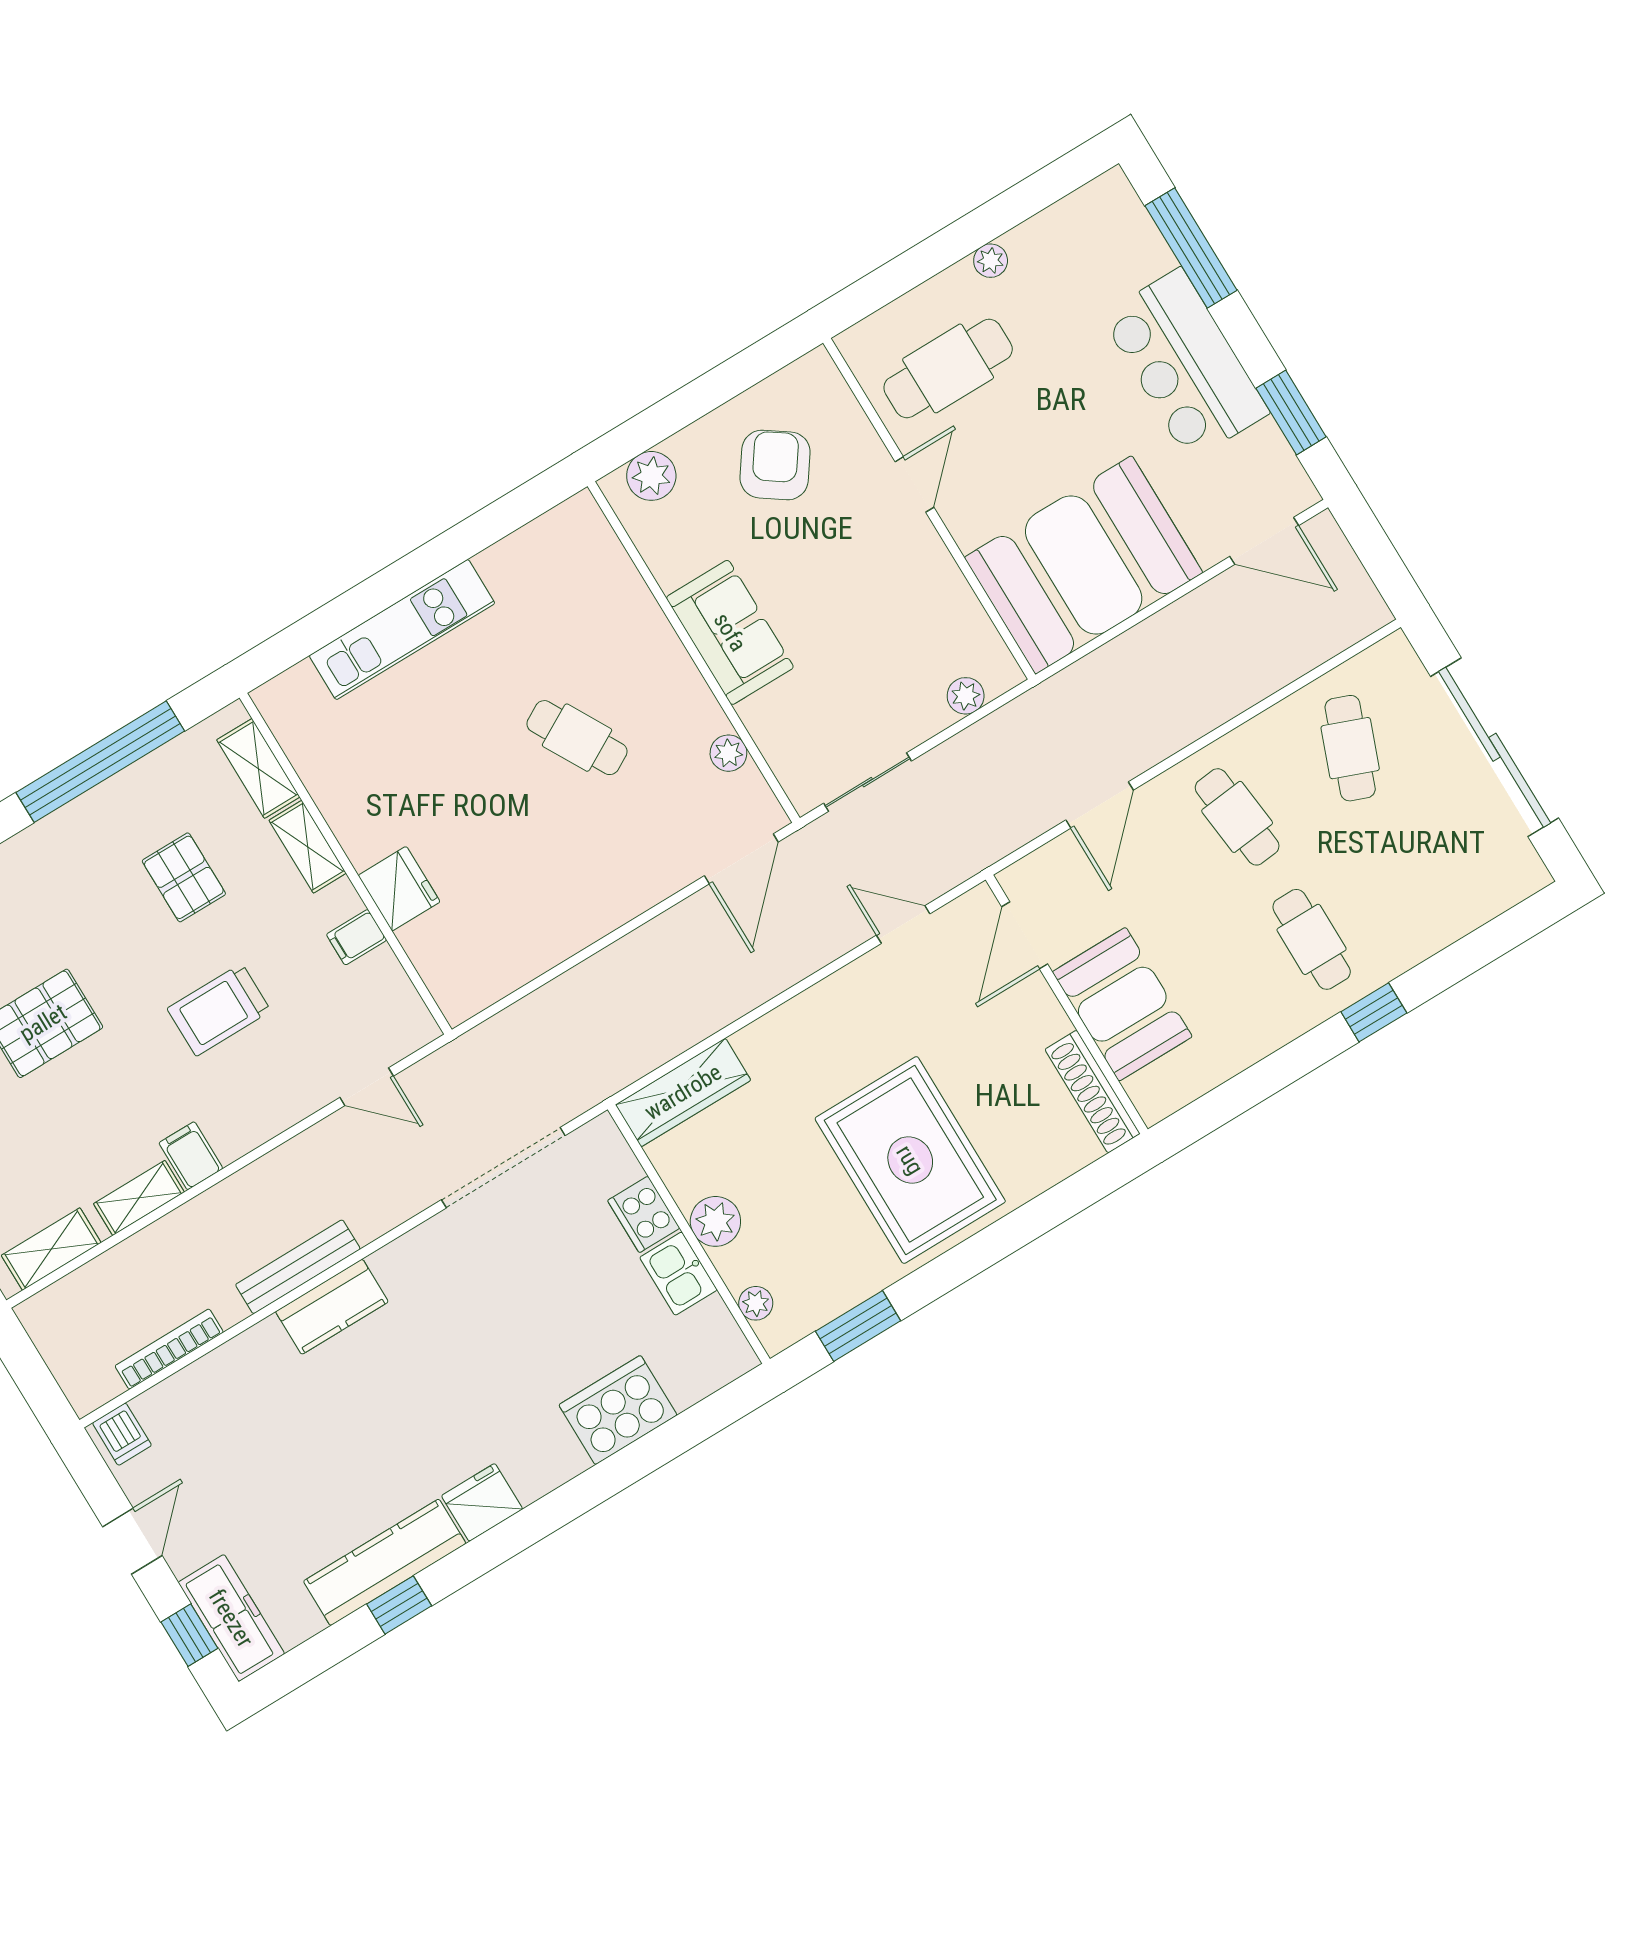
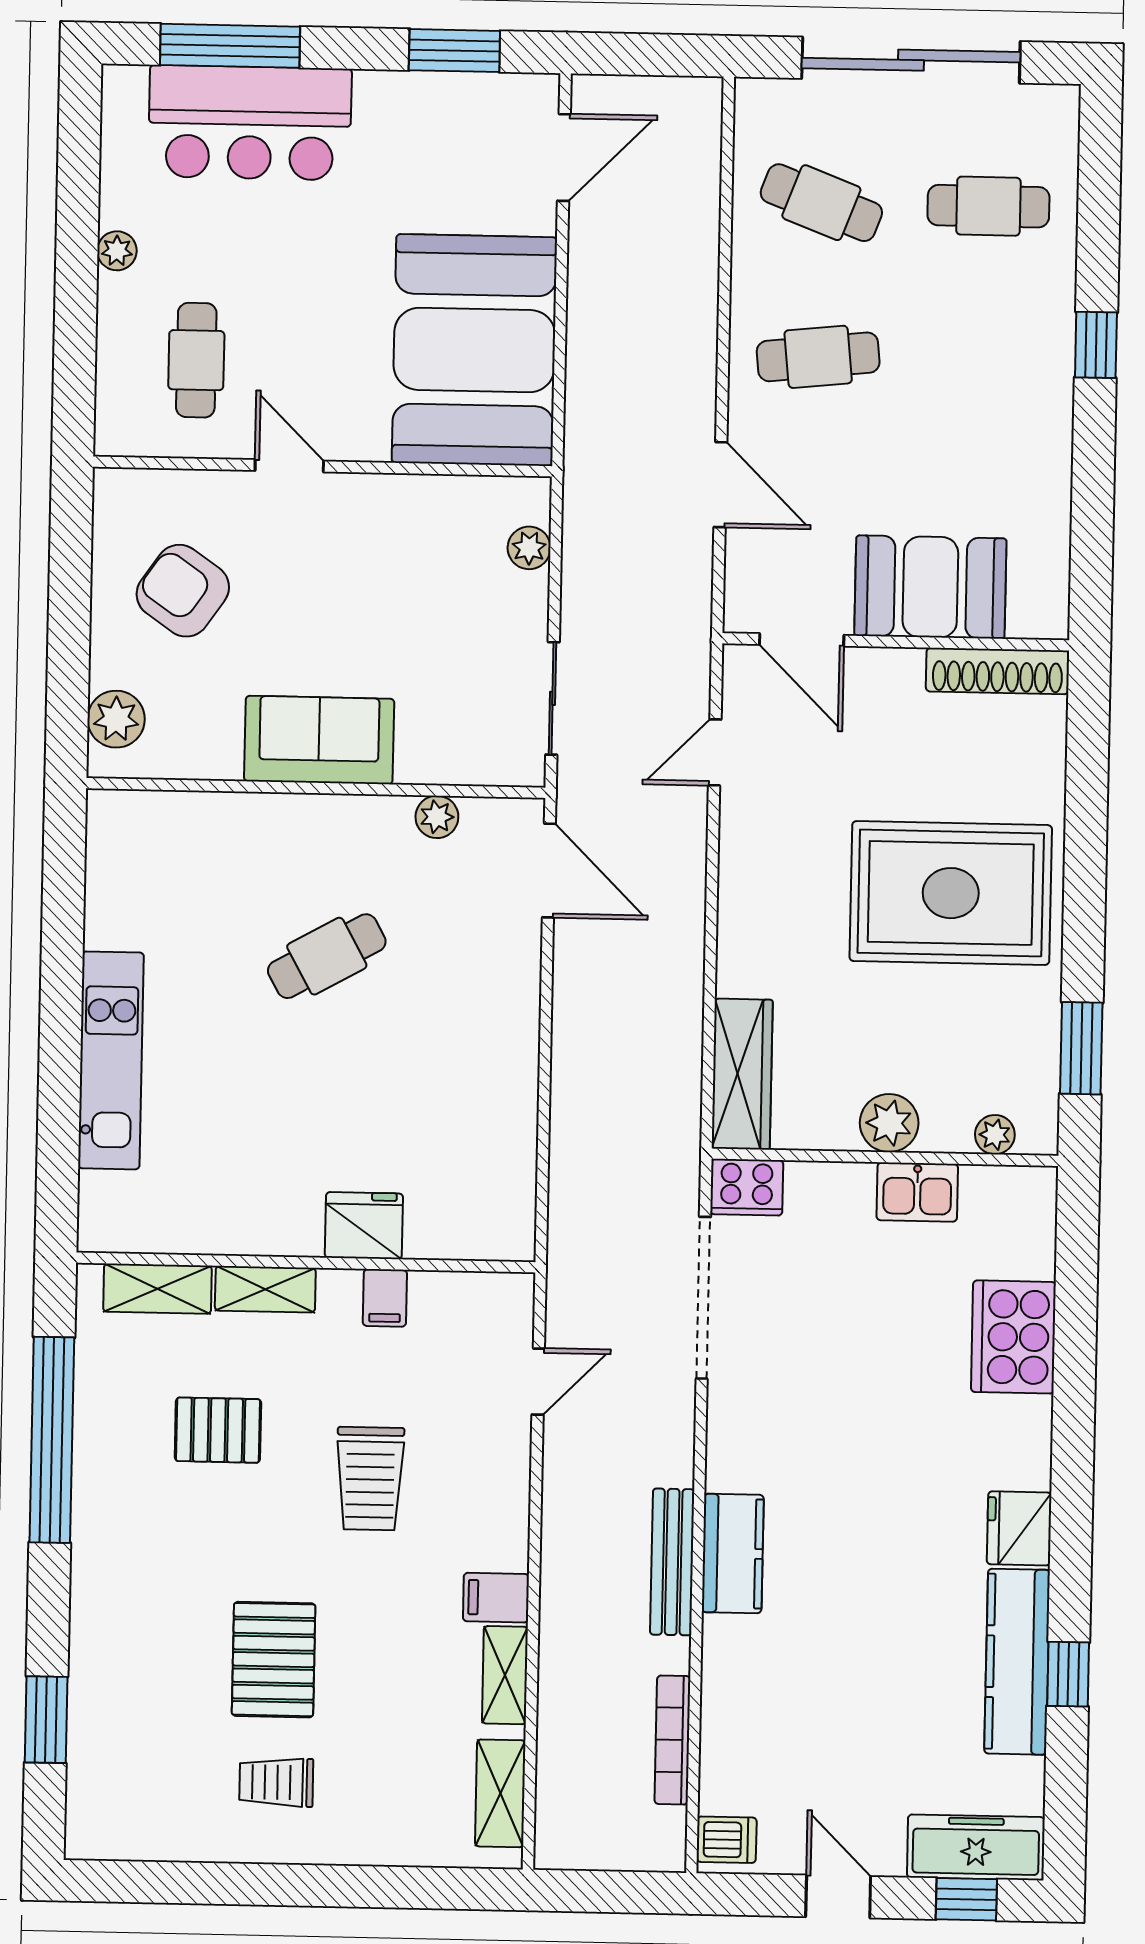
bar counter: (1185, 364) -> (250, 123), moved
cafe table: (948, 368) -> (196, 360), width x0.73, depth x0.74
cafe table: (1312, 939) -> (988, 206), moved
cooker: (644, 1214) -> (747, 1187), moved

